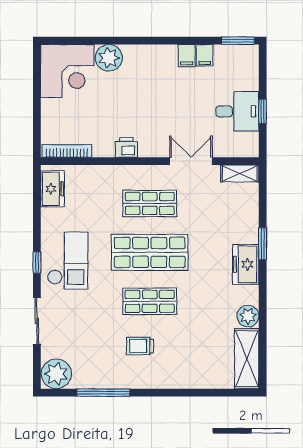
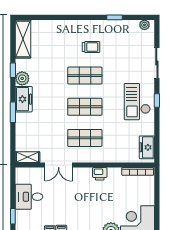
window: (263, 111) -> (13, 216), moved
shop shelf: (150, 252) -> (85, 107), width x0.70, depth x0.74
window: (263, 310) -> (13, 70), added
plant: (248, 316) -> (22, 78), moved
plant: (56, 374) -> (145, 25), width x0.53, depth x0.53
window: (103, 393) -> (115, 17), width x0.46

